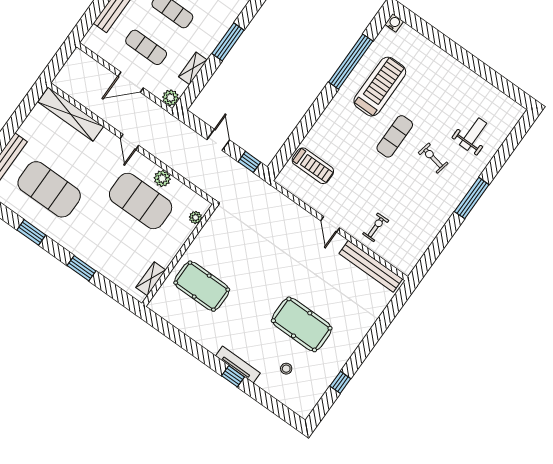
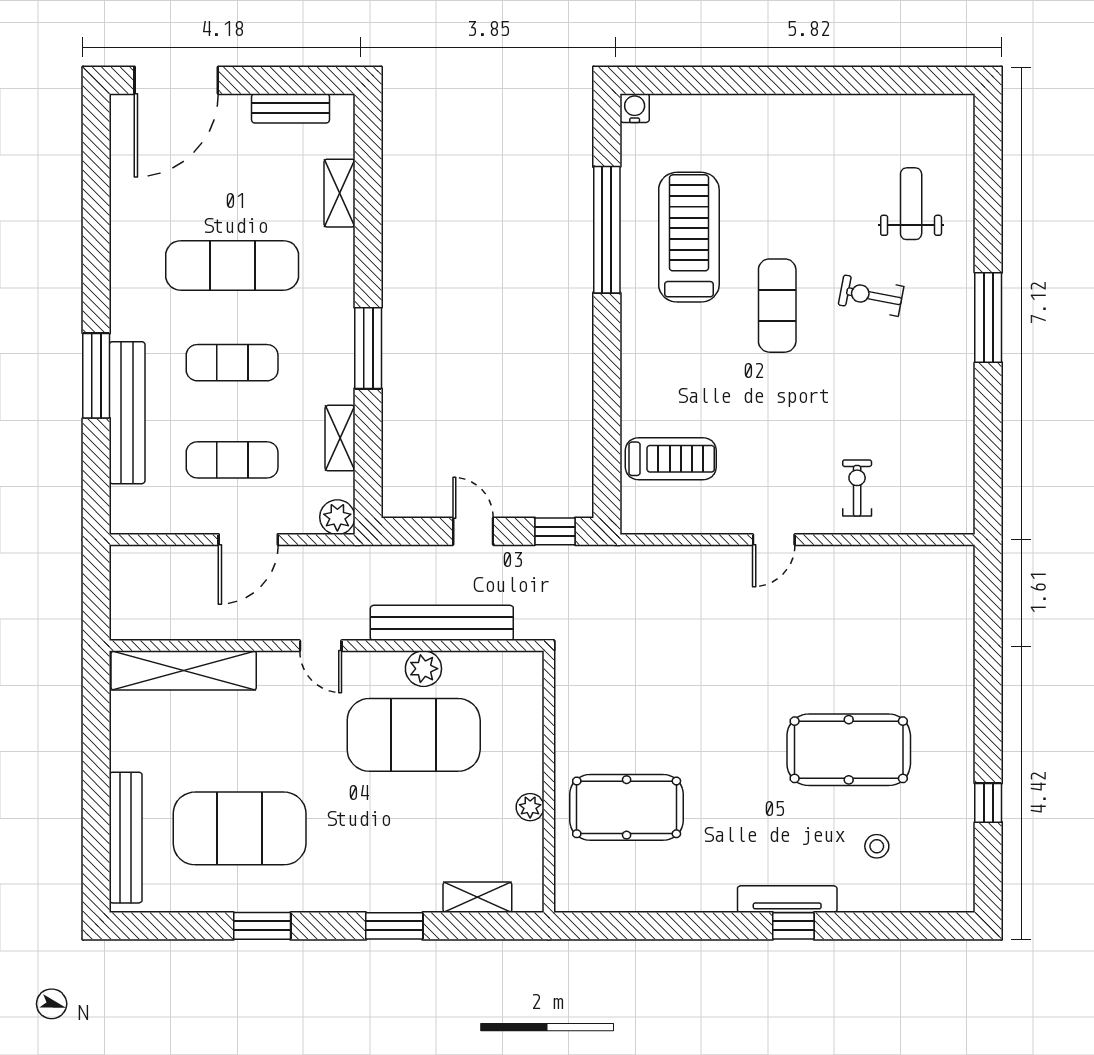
plant: (195, 217) -> (530, 807), moved
door: (330, 224) -> (774, 540), hinge flipped
bench: (371, 266) -> (442, 623), moved
shelving: (151, 279) -> (477, 897), moved, turned 90

